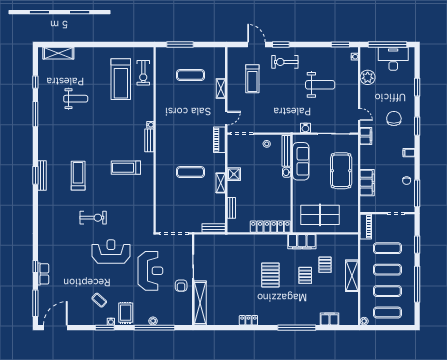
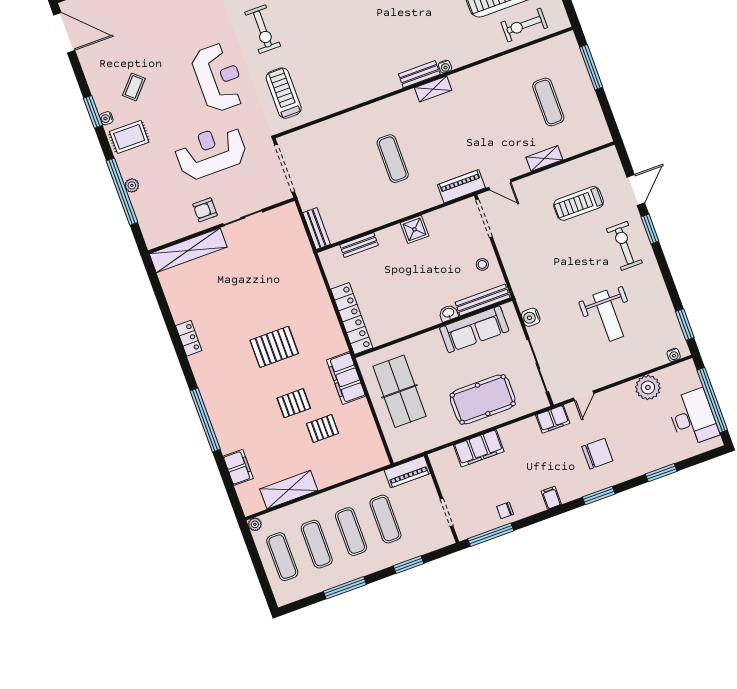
treadmill: (126, 168) -> (284, 93), moved
shelving: (221, 183) -> (433, 89), moved
reception desk: (150, 271) -> (211, 152), turned 180
shelving: (352, 276) -> (289, 490), moved
window: (417, 284) -> (345, 588), width x0.68

